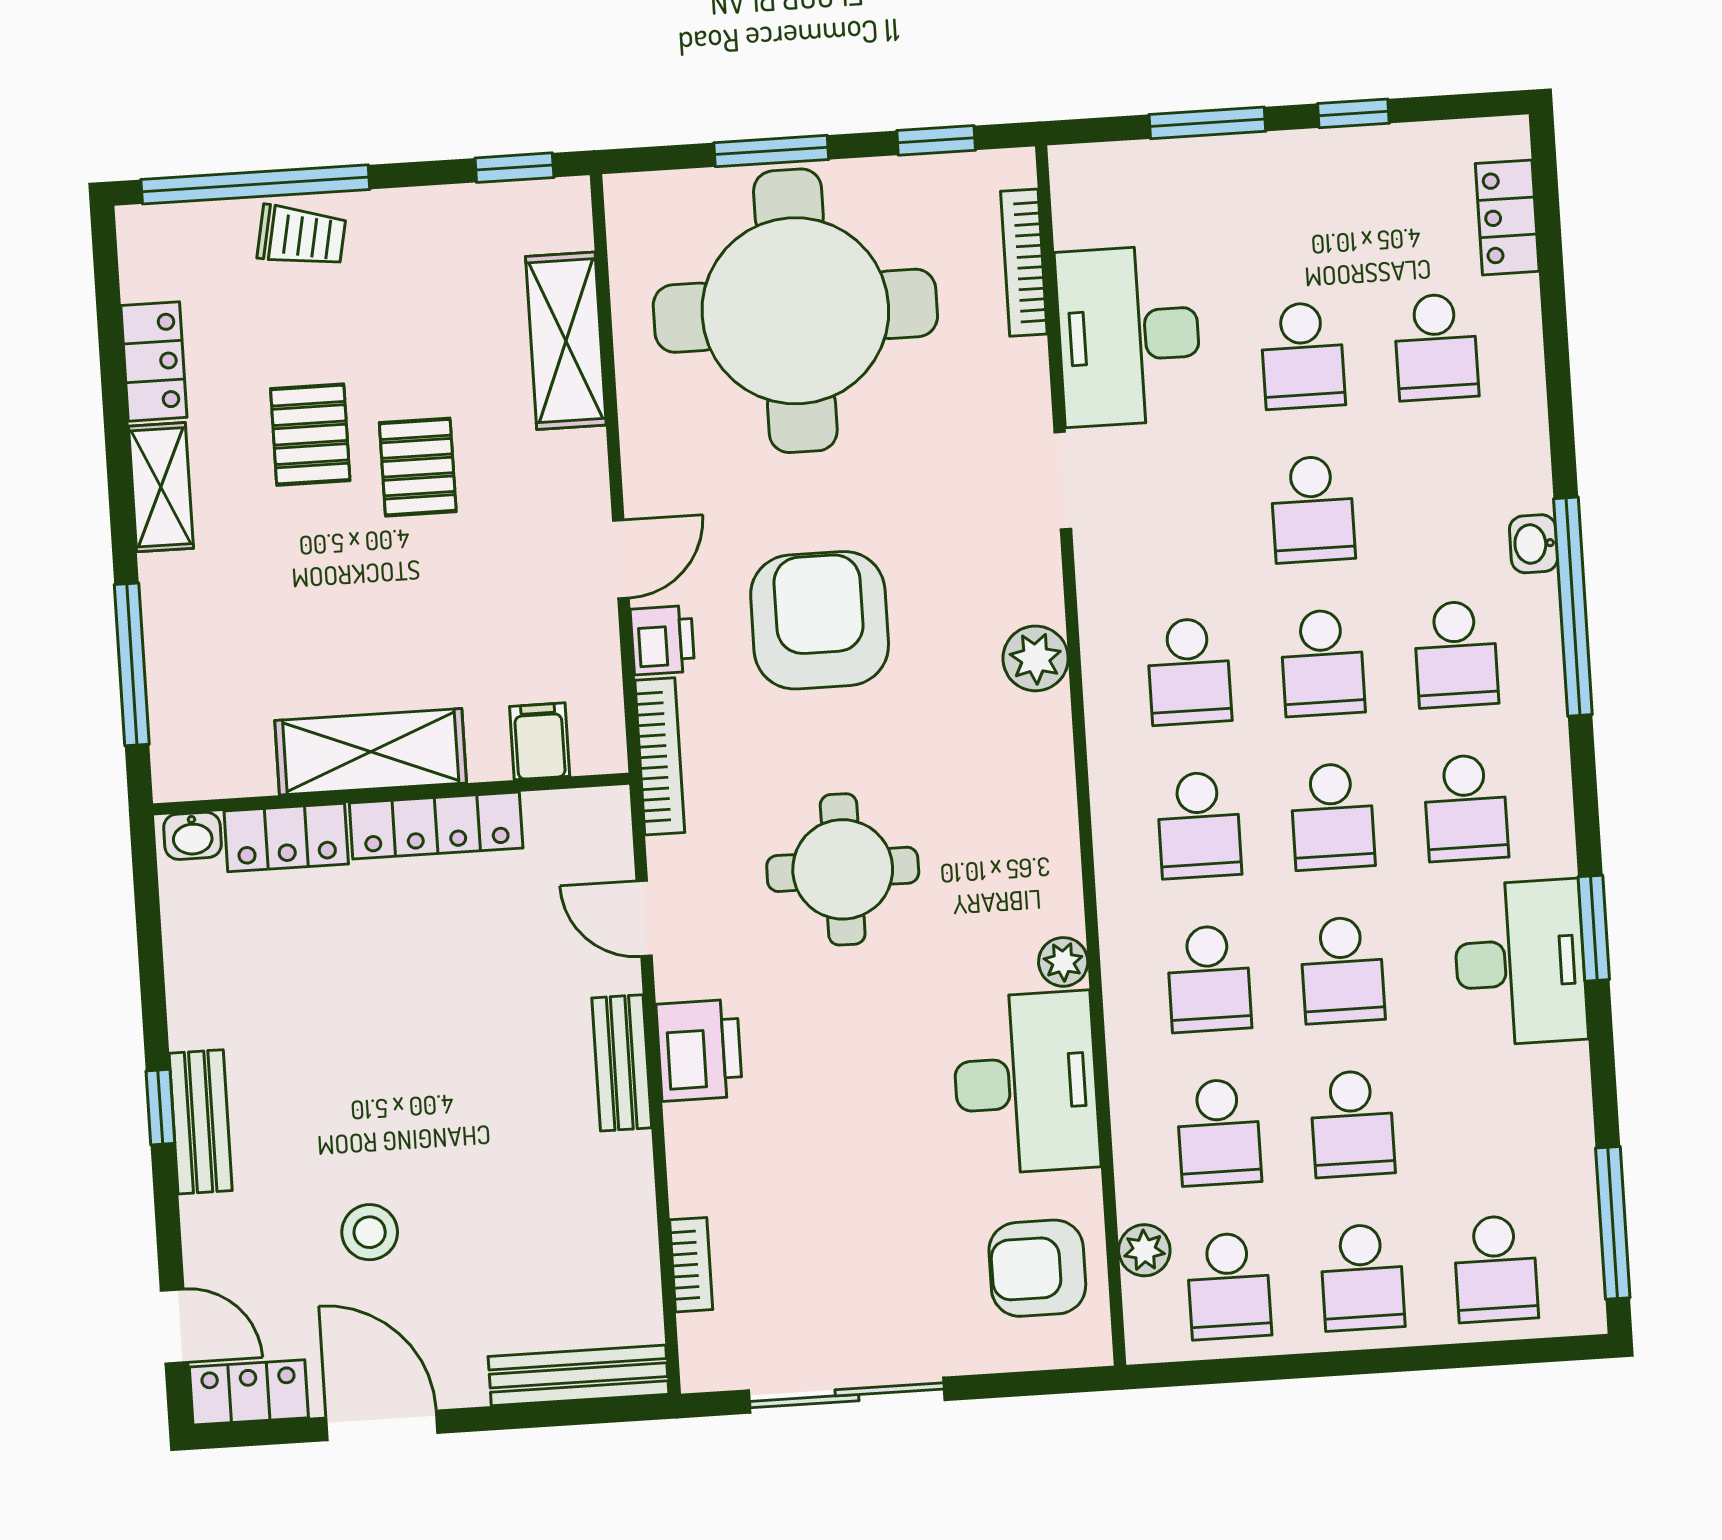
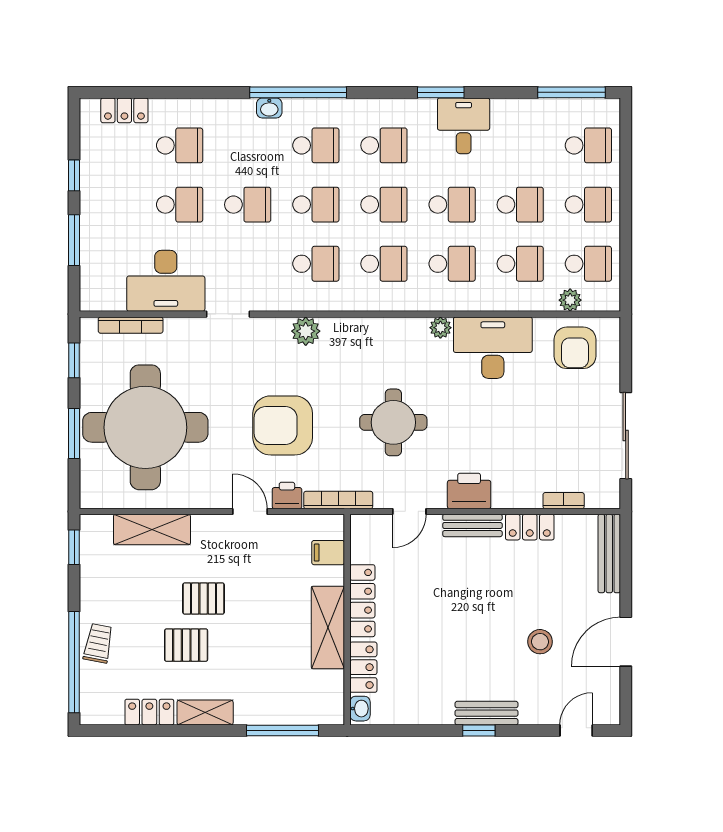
desk: (1520, 963) -> (464, 126), width x0.73
locker: (249, 1392) -> (530, 527), moved, turned -90

